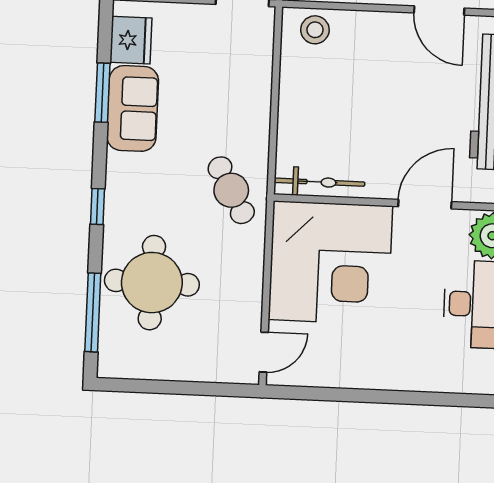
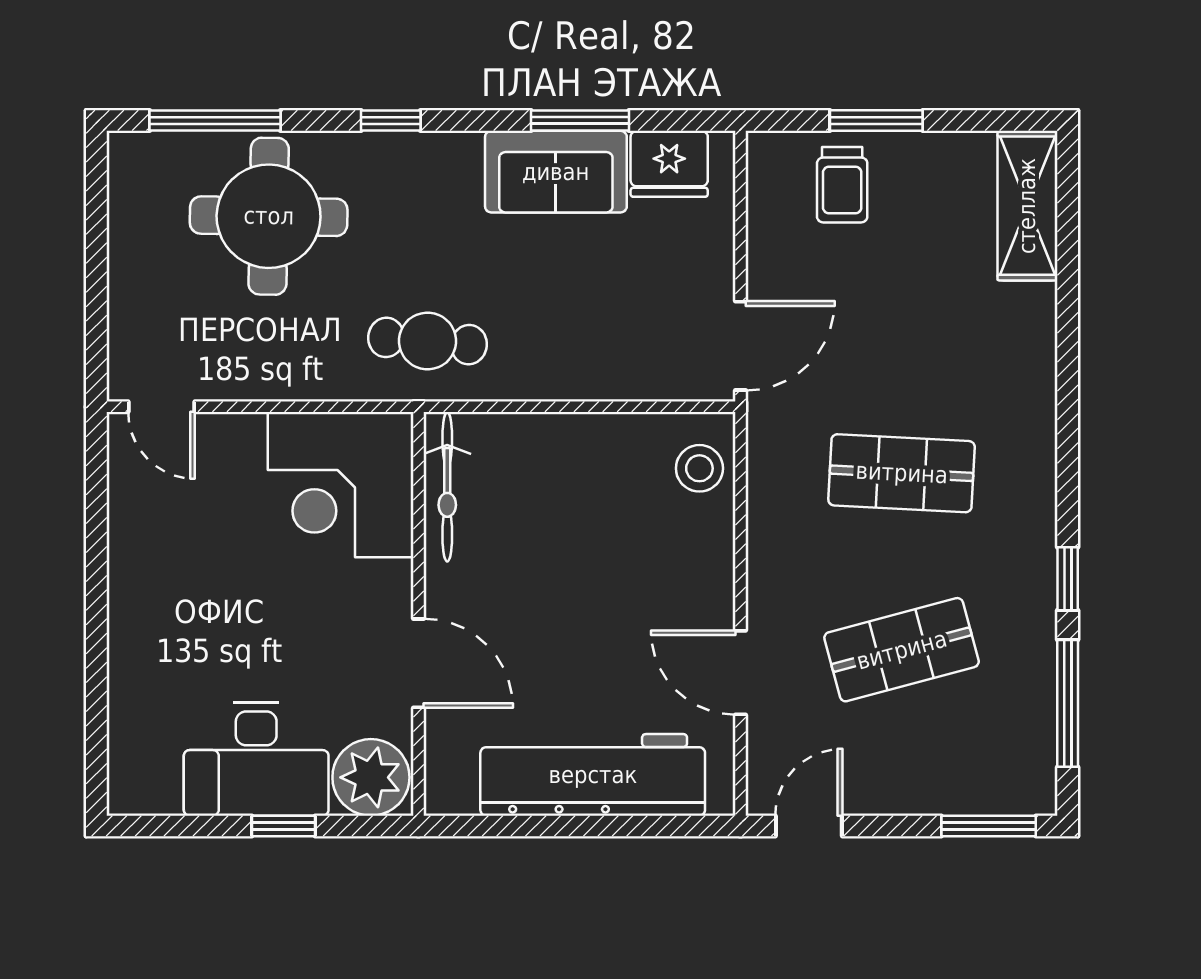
door: (439, 11) -> (740, 673), hinge flipped
cafe table: (231, 190) -> (428, 341), turned 34
corner desk: (330, 263) -> (341, 485), width x0.74, depth x0.74

